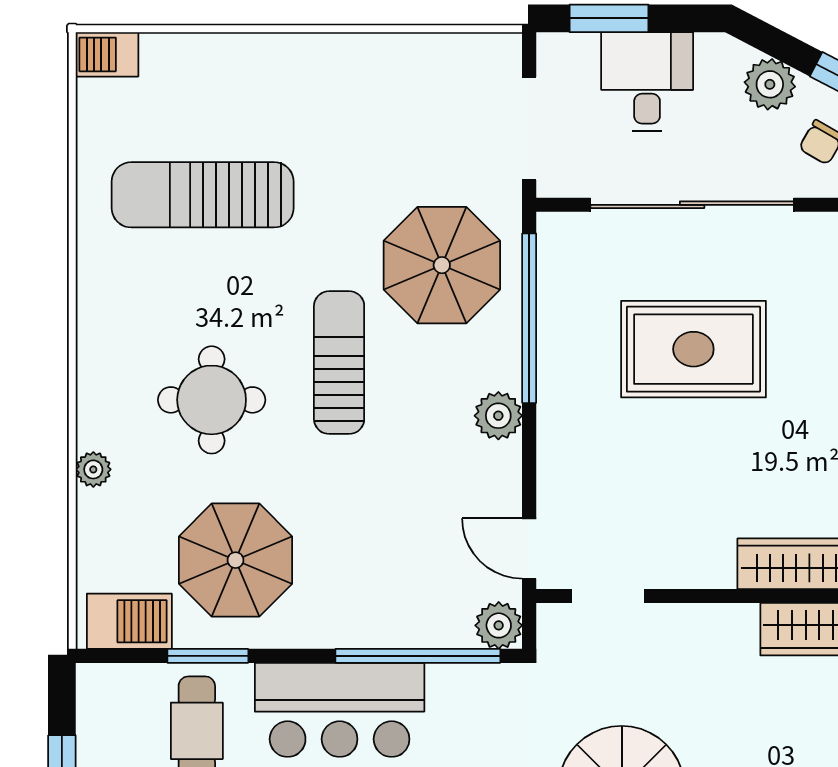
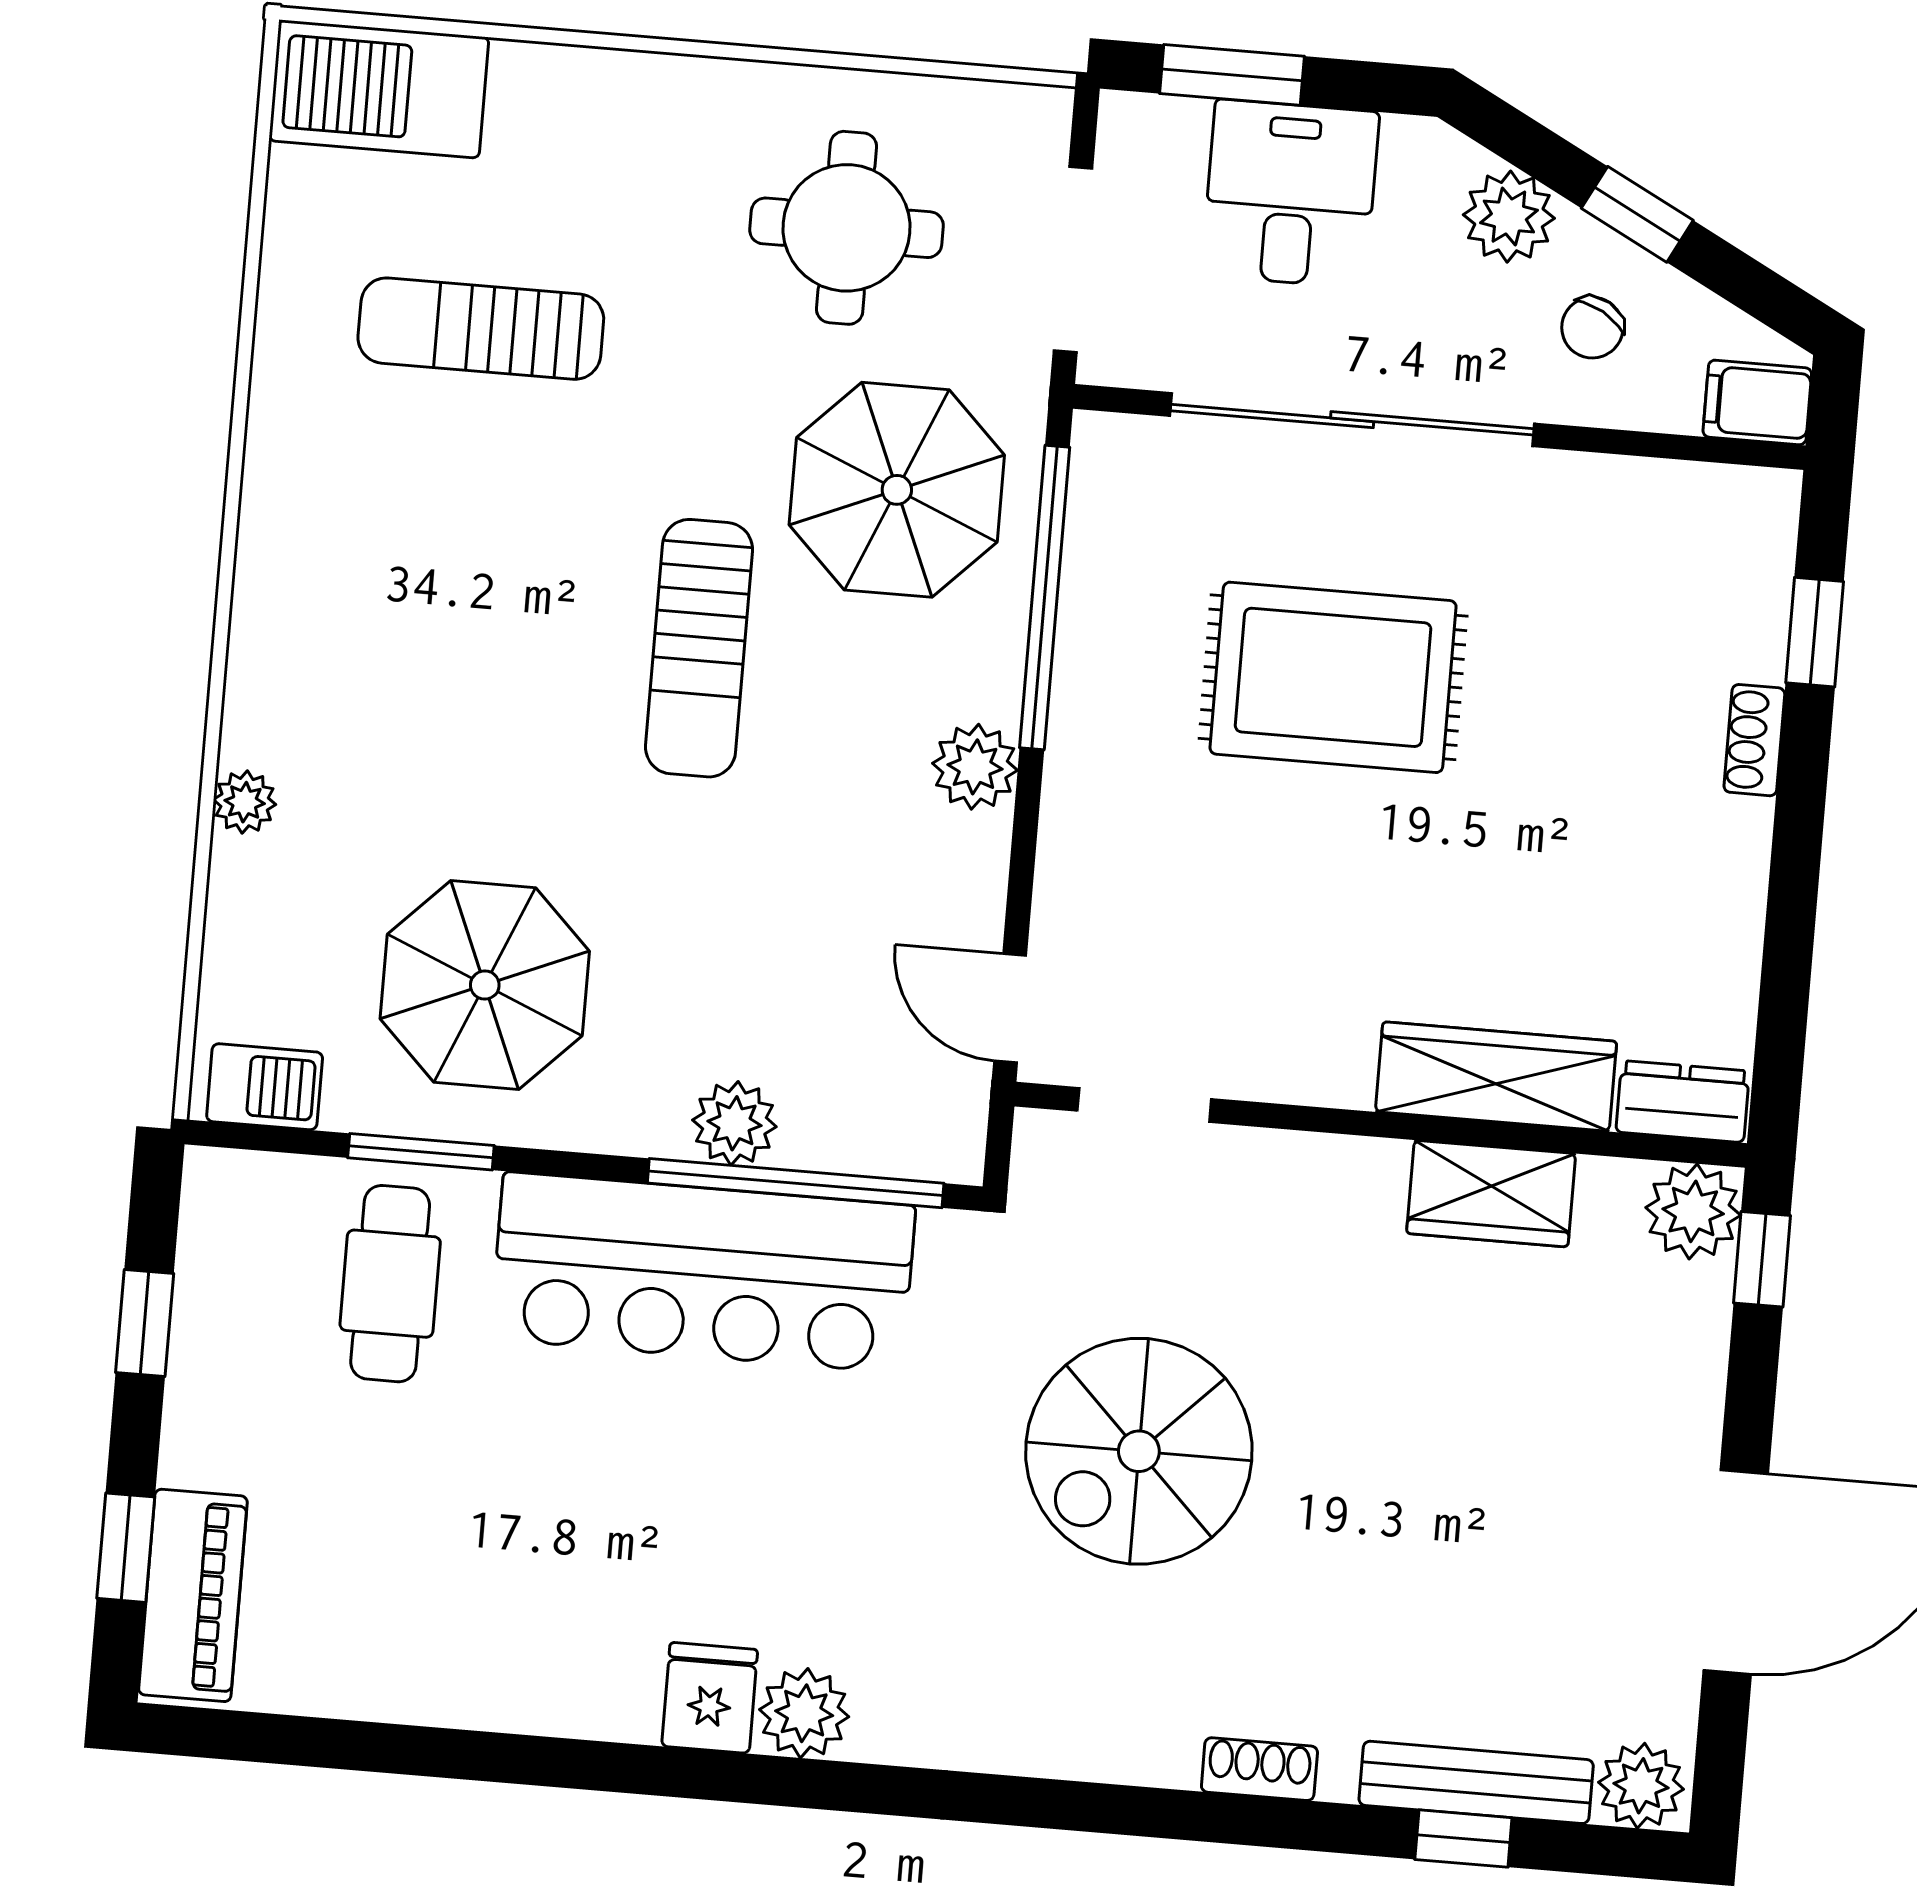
barbecue: (107, 54) -> (379, 89), width x1.88, depth x1.53
sun lounger: (203, 195) -> (481, 329), width x0.73, depth x0.75
sun lounger: (339, 363) -> (699, 648), turned 180
round table: (212, 400) -> (847, 228), moved
barbecue: (129, 621) -> (265, 1087), width x0.73, depth x0.79
plant: (499, 625) -> (734, 1123), moved
bar counter: (340, 710) -> (703, 1272), width x1.36

